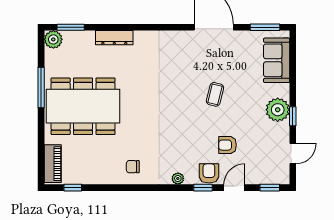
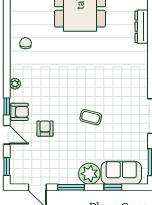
window: (293, 70) -> (113, 187), added
plant: (278, 110) -> (89, 174), moved
window: (293, 116) -> (71, 187), width x1.50

